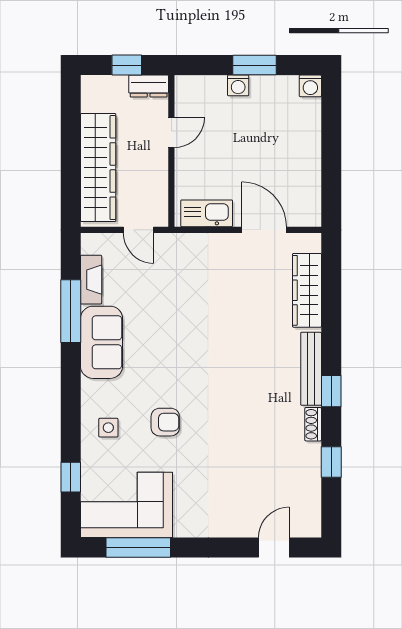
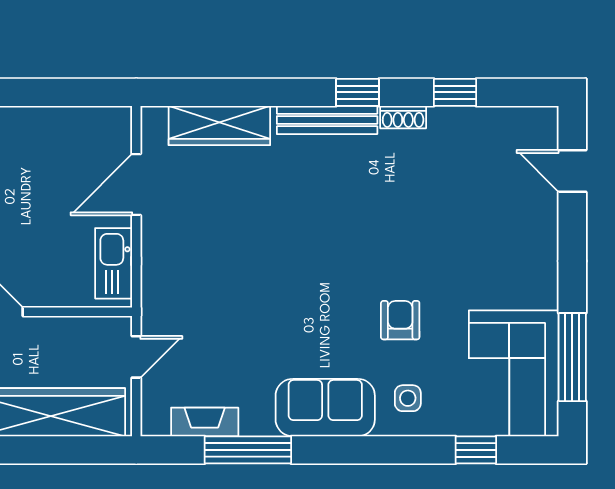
sofa: (102, 342) -> (325, 408), moved

